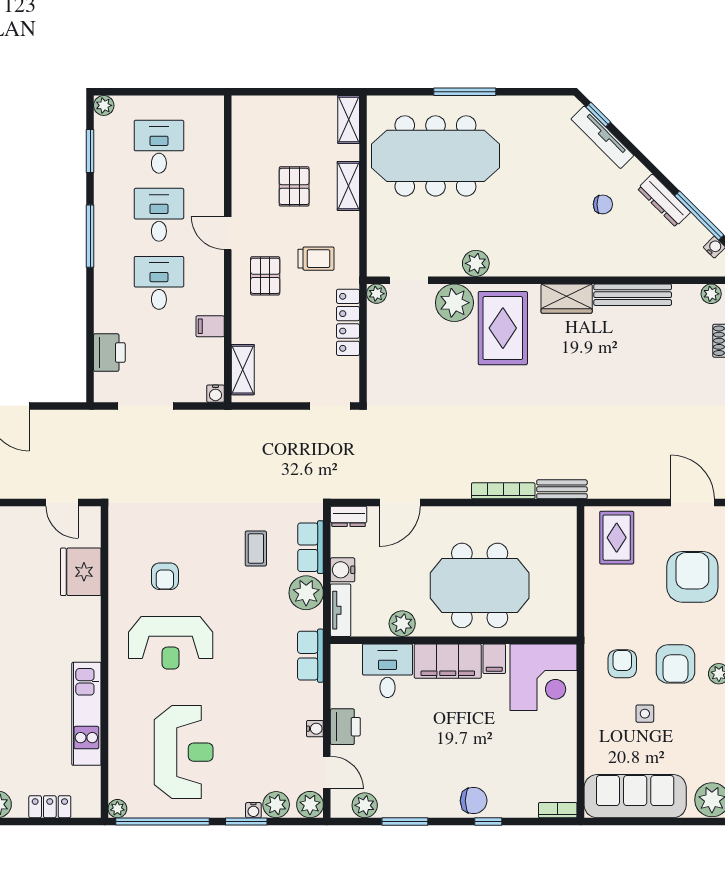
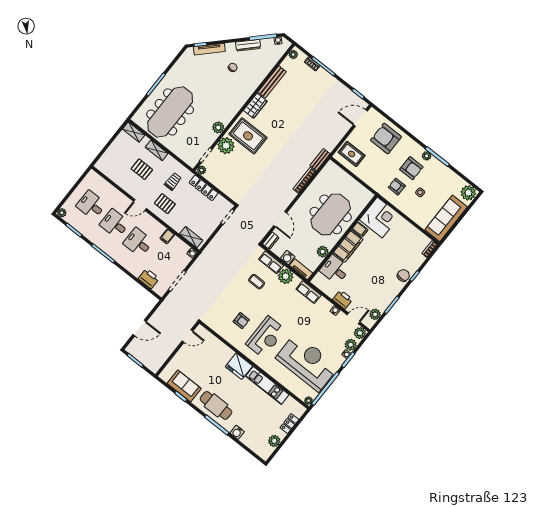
fridge: (81, 572) -> (239, 366), moved
reception desk: (184, 752) -> (307, 362), width x1.36, depth x1.30

